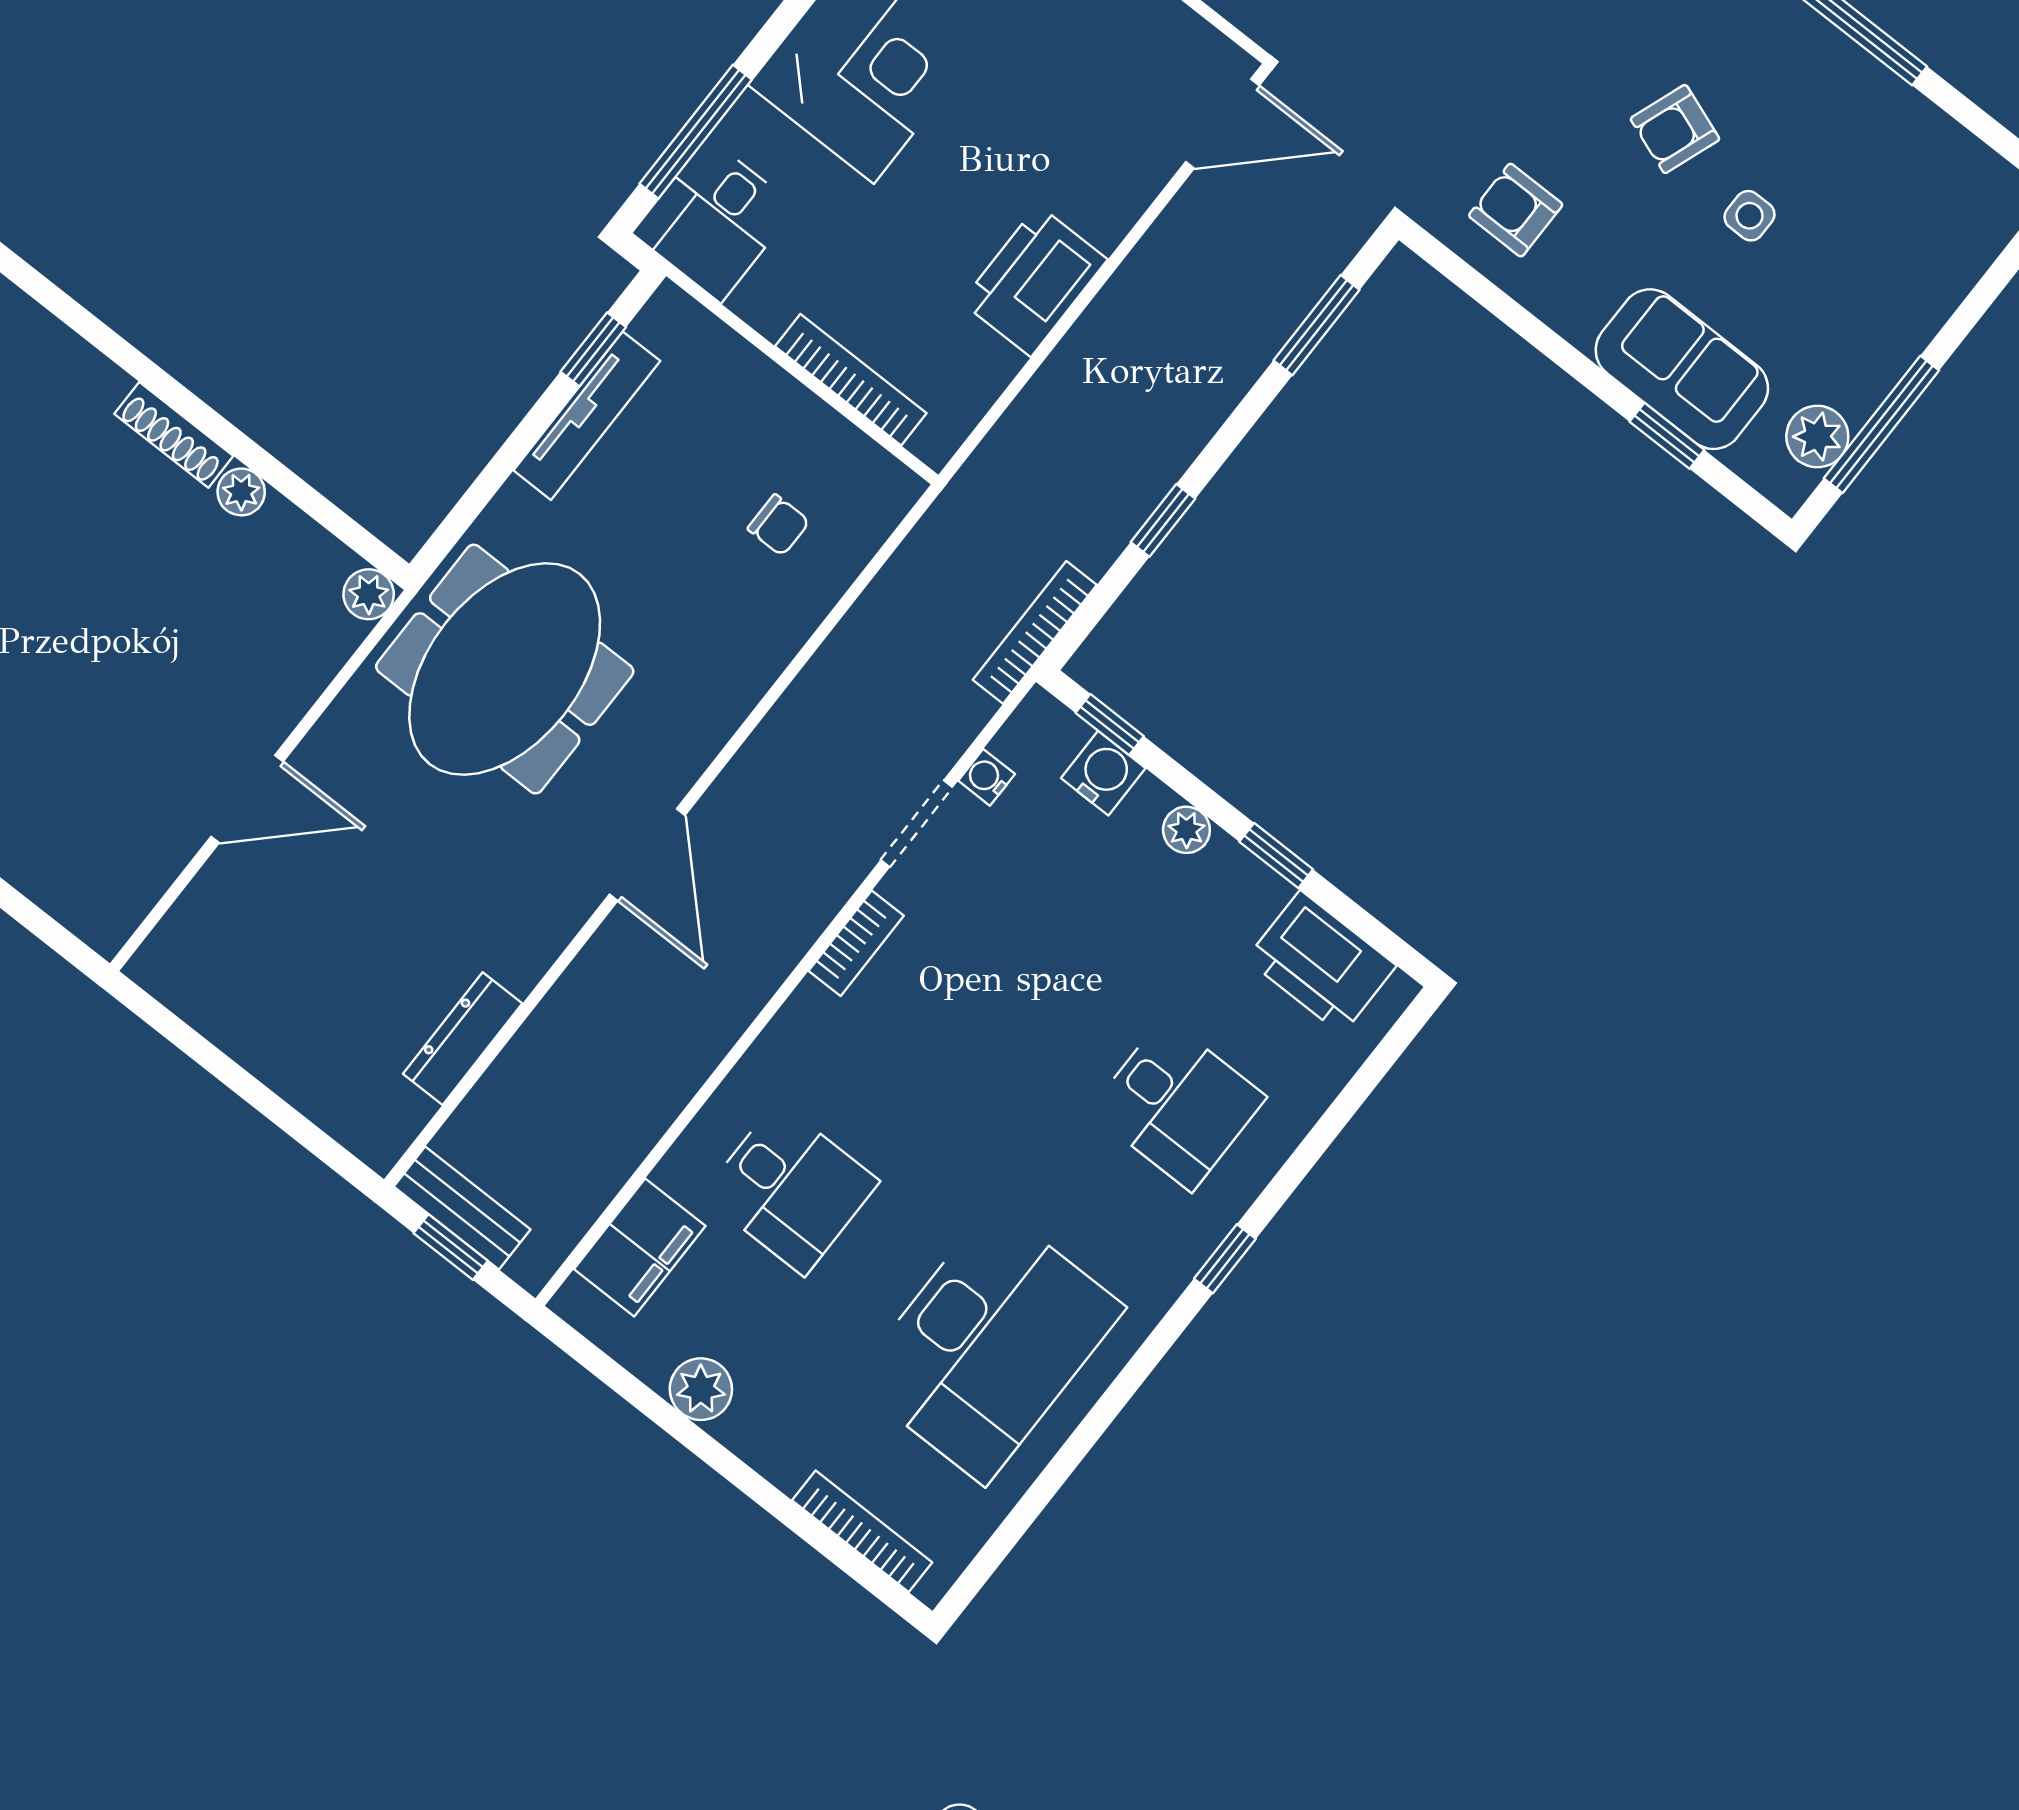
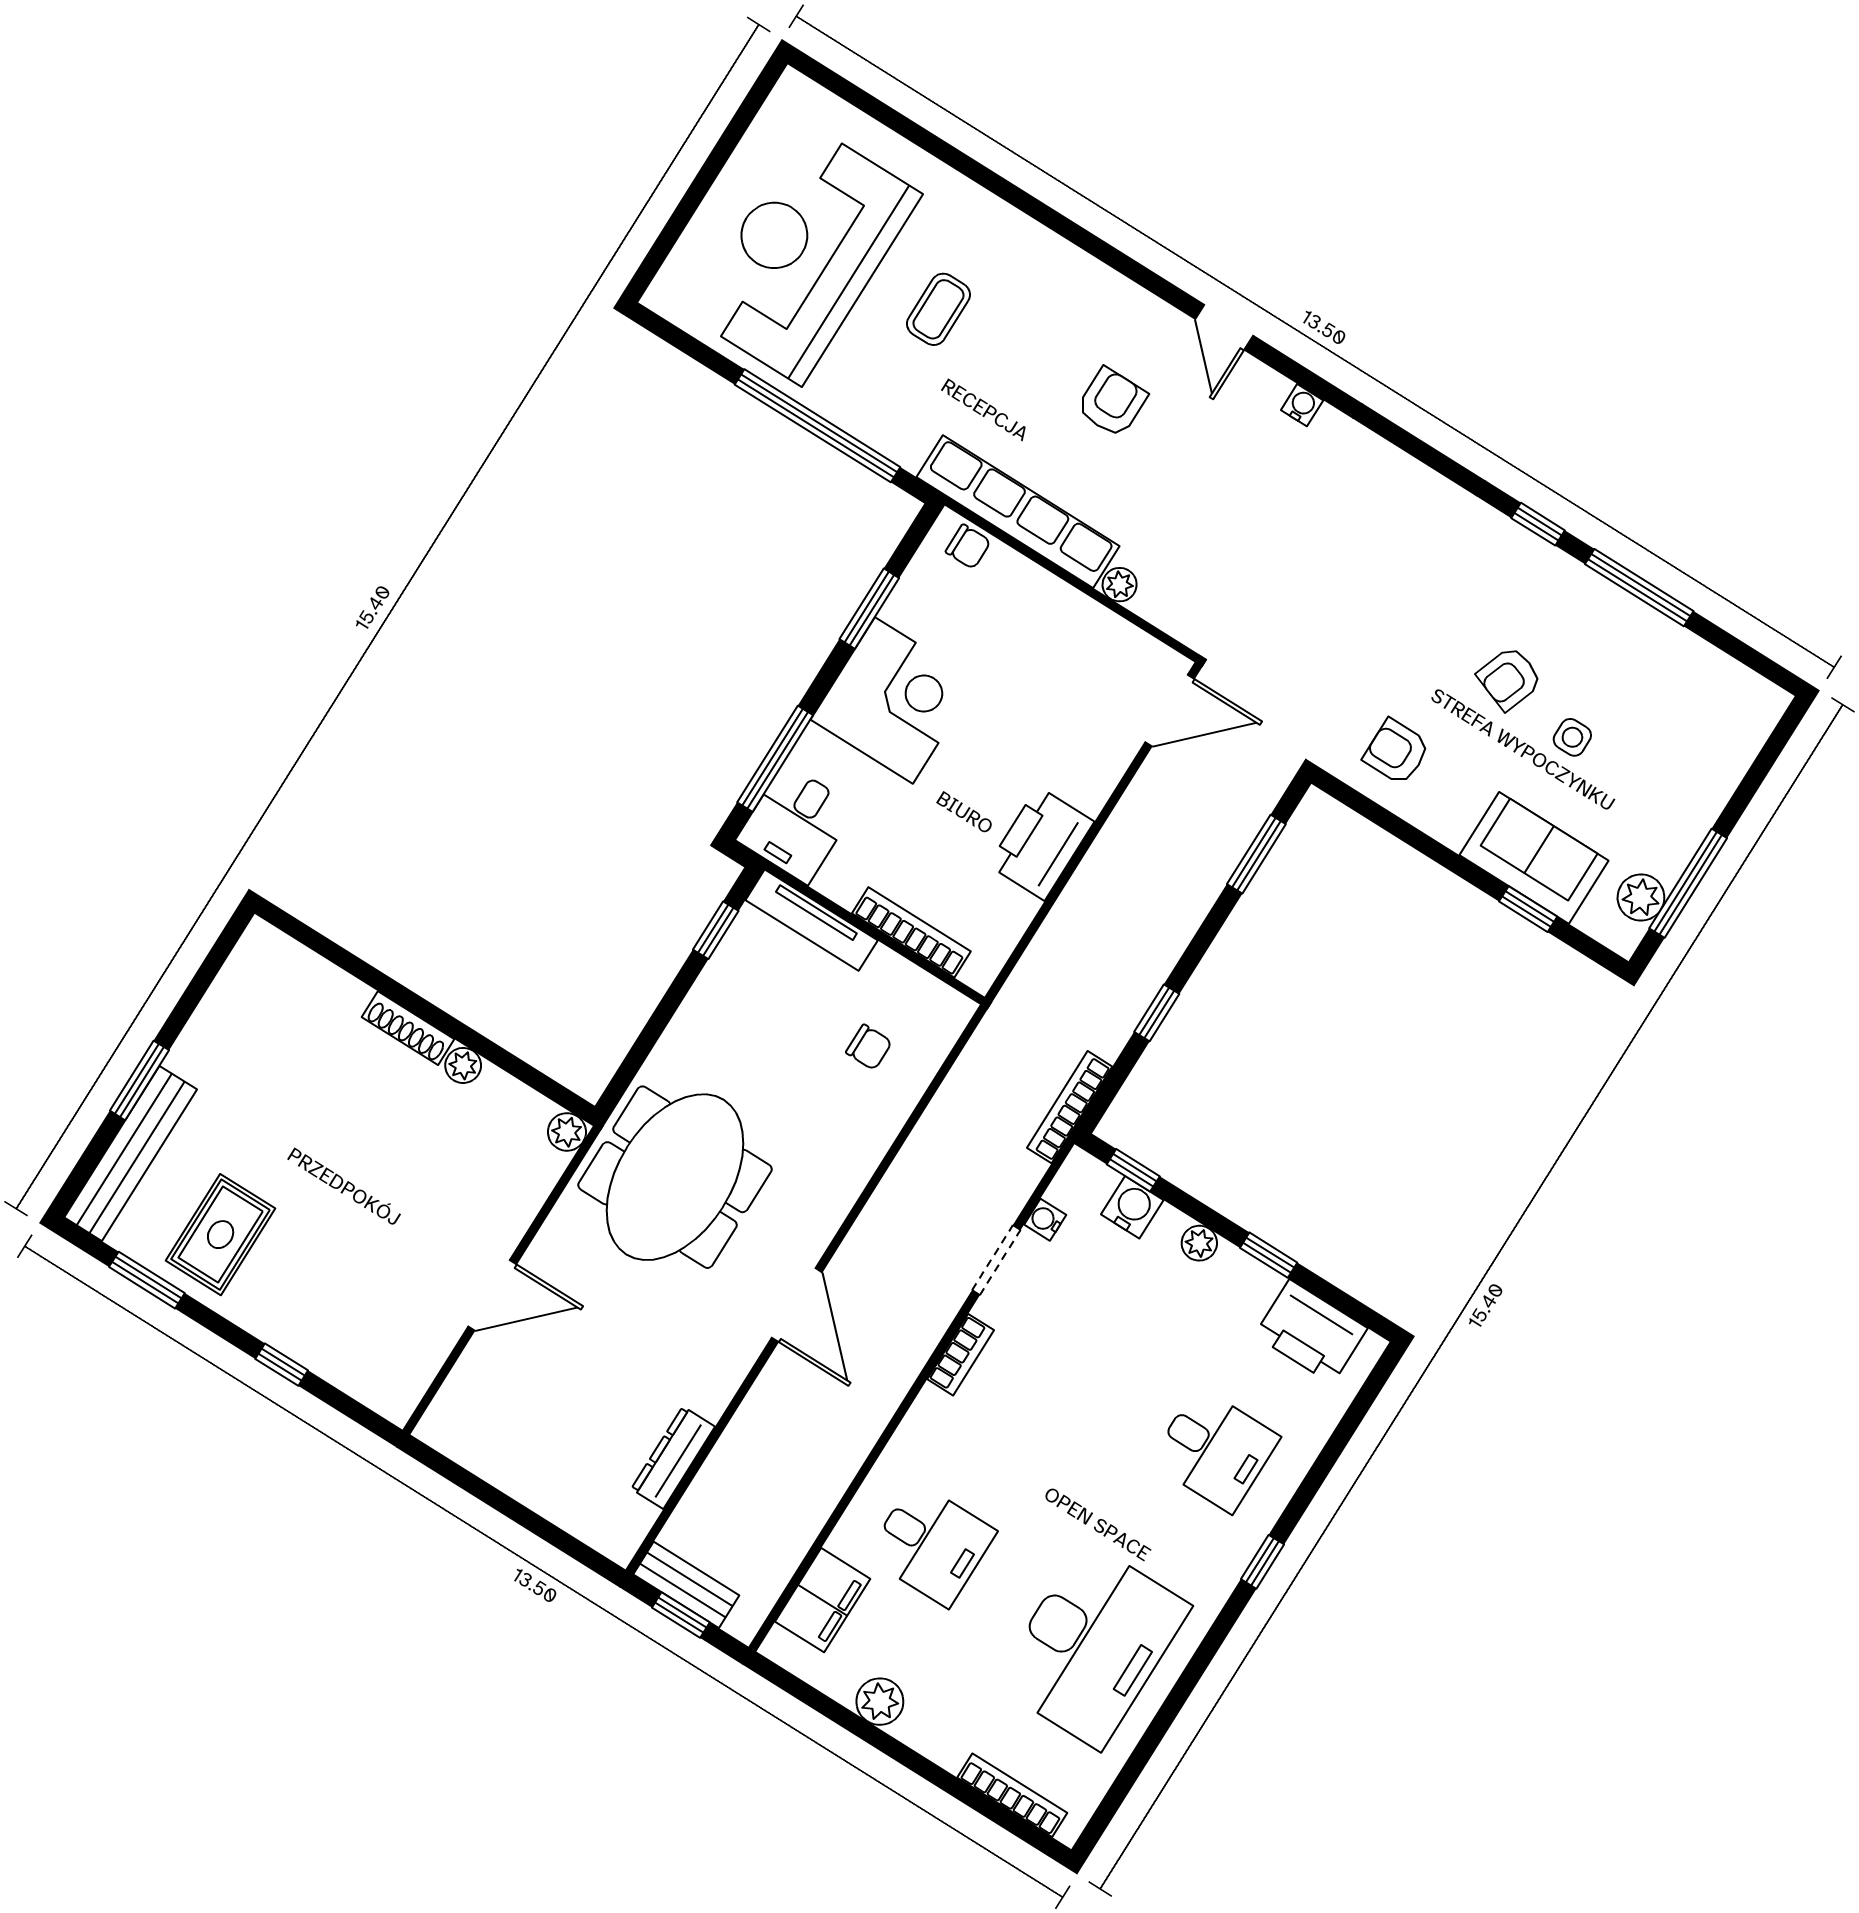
tv unit: (587, 416) -> (812, 920), moved, turned 90

